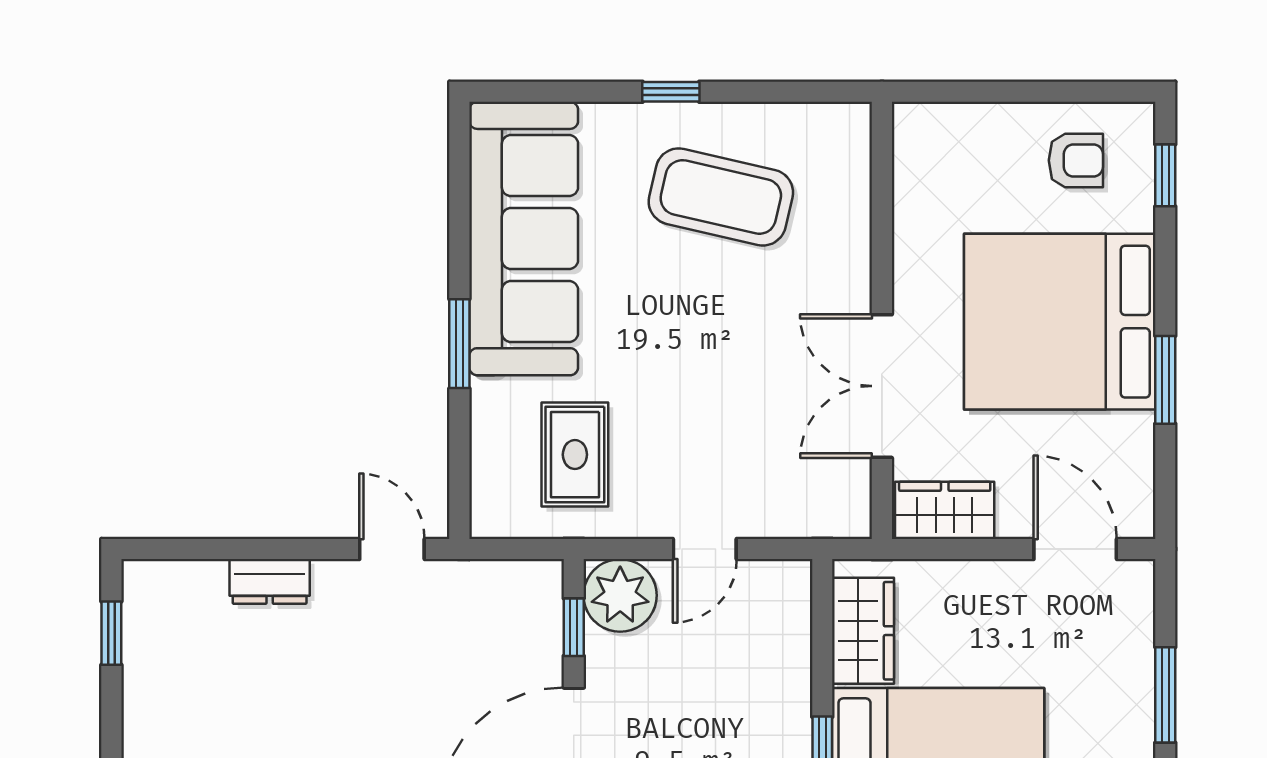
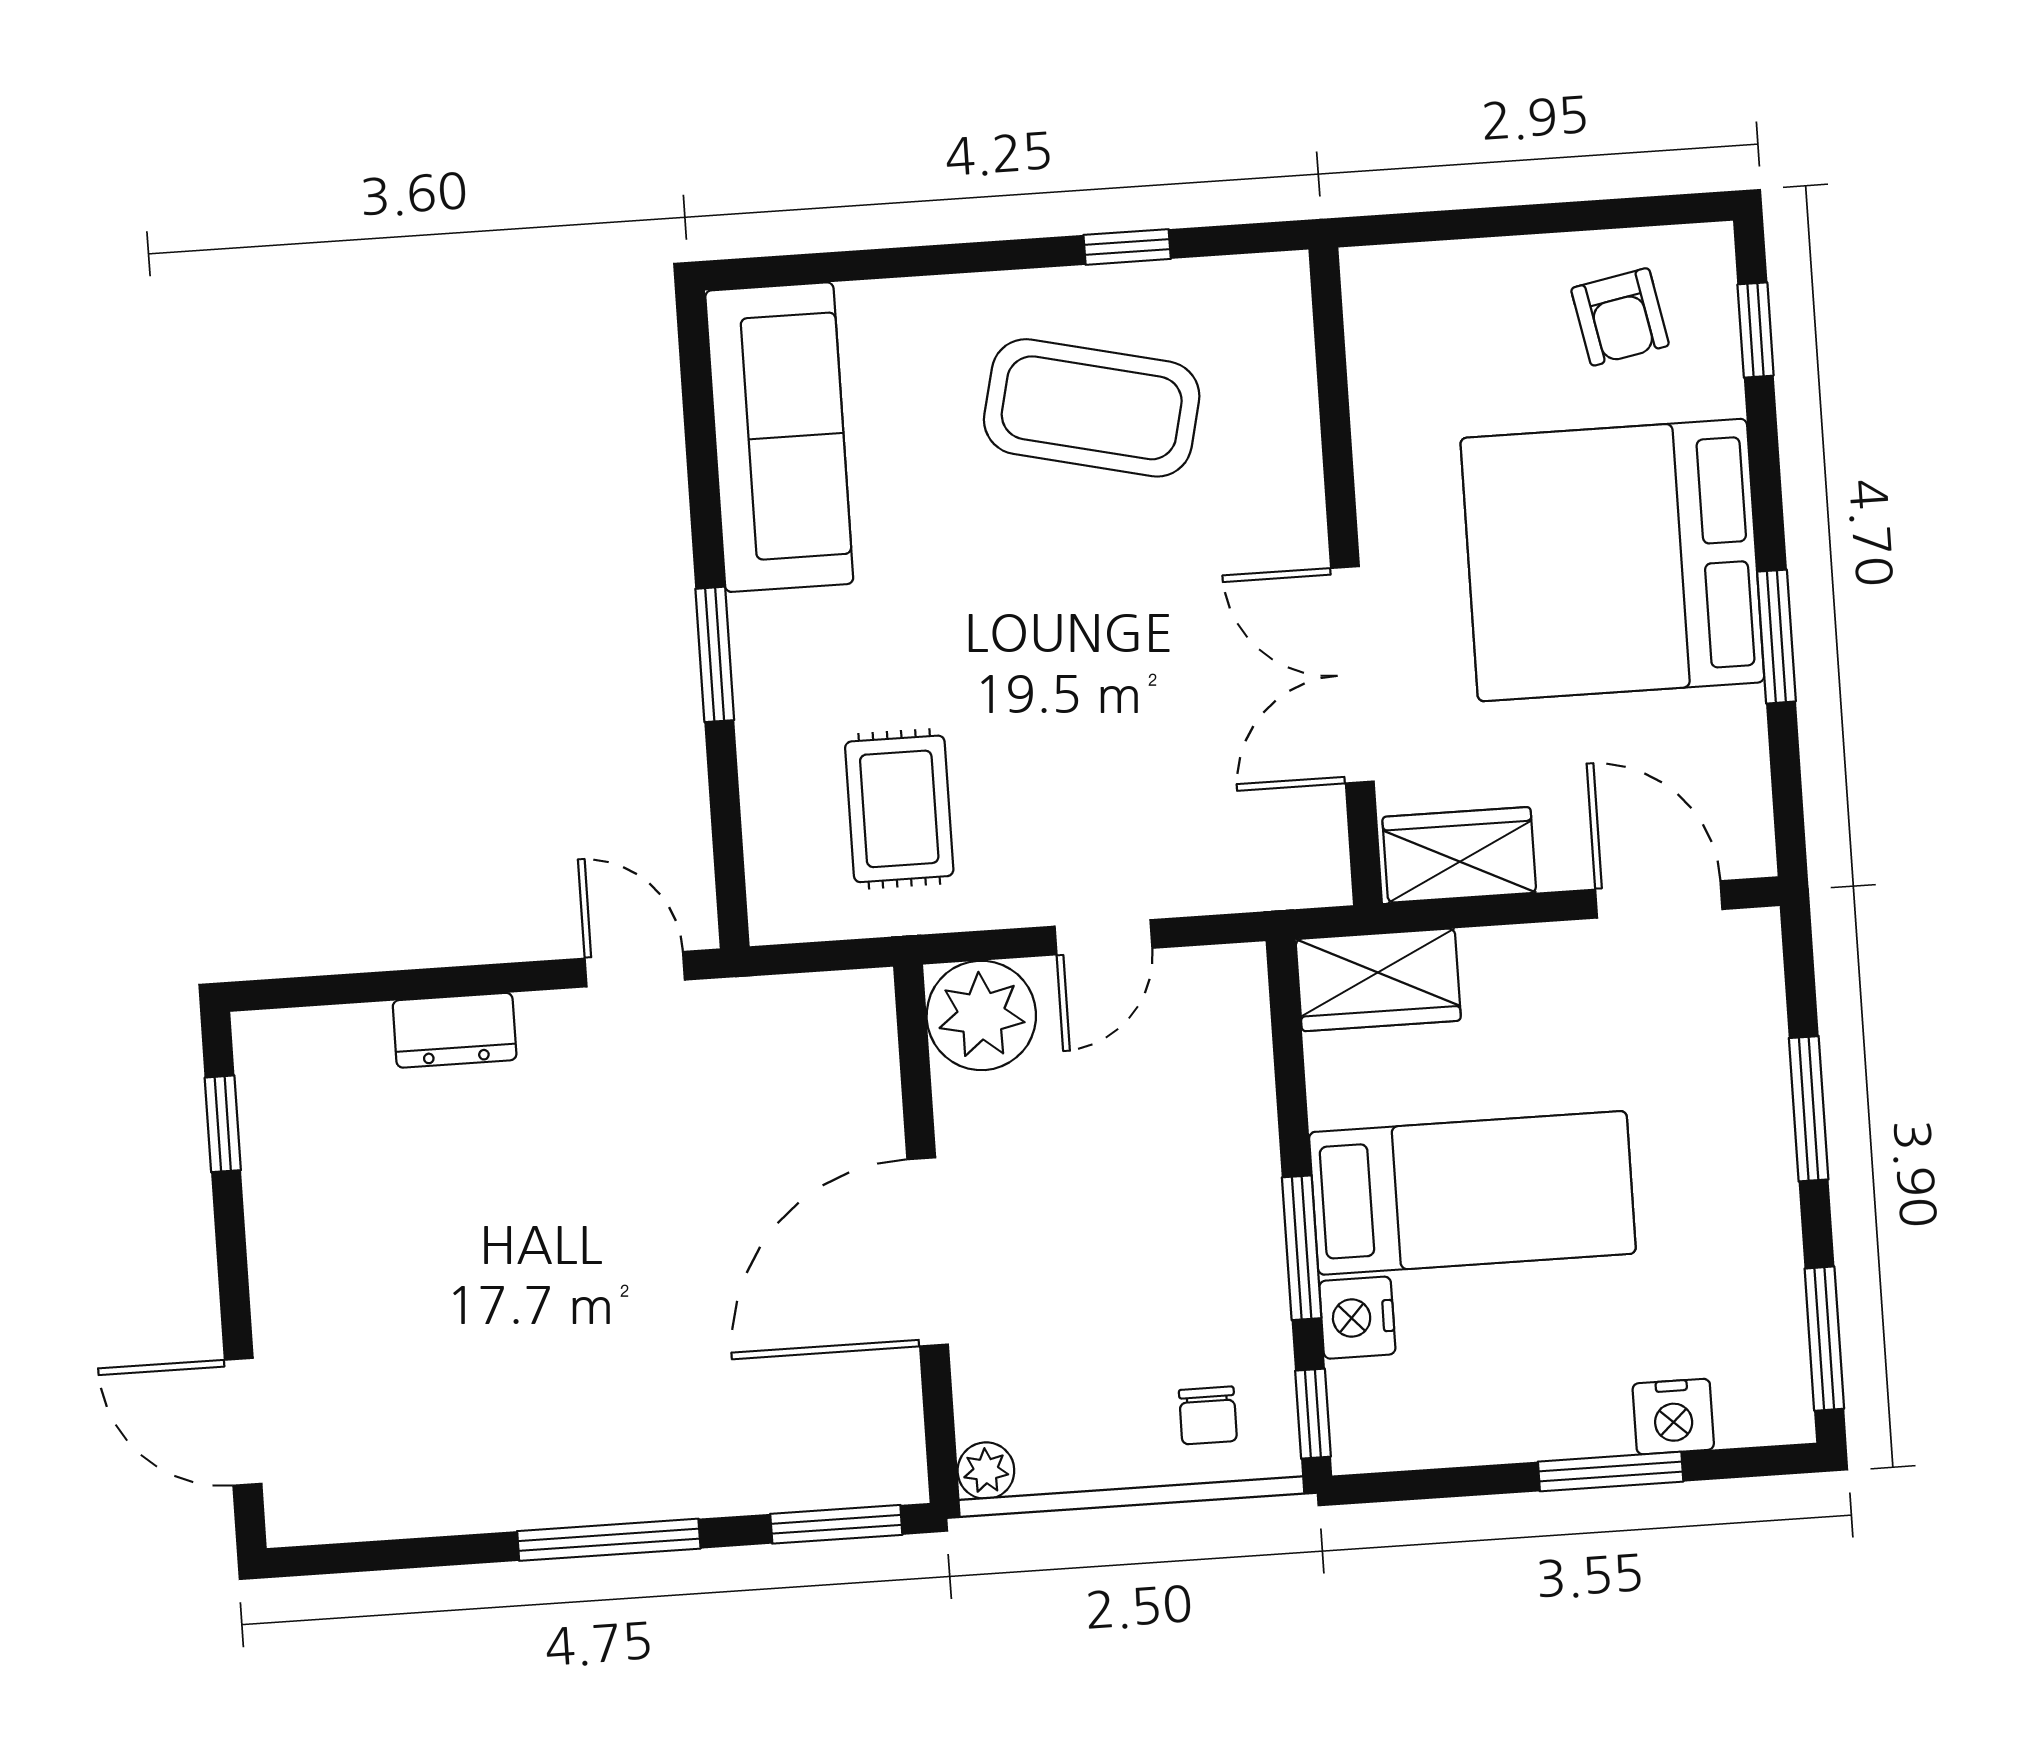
window: (671, 92) -> (1127, 247), moved
armchair: (1076, 160) -> (1620, 317), turned 79
sofa: (524, 239) -> (779, 437), width x0.74, depth x0.79
window: (574, 627) -> (915, 1068), removed
wardrobe: (863, 631) -> (1378, 980), moved, turned 90

